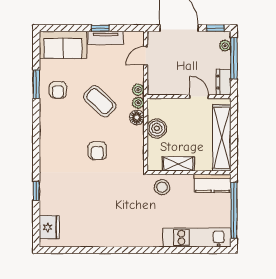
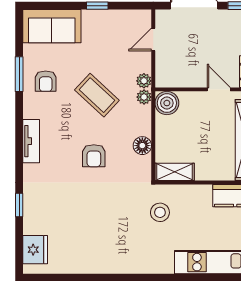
tv unit: (106, 38) -> (31, 141), moved, turned -90
floor lamp: (137, 117) -> (142, 146), moved
boiler: (157, 128) -> (167, 103), moved
shelving: (178, 164) -> (175, 172), moved
stool: (162, 187) -> (160, 212), moved

